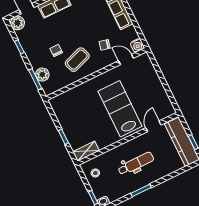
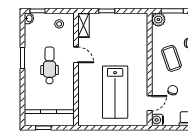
plant: (42, 75) -> (158, 20), moved
lab bench: (120, 109) -> (115, 92), moved, turned 90
door: (153, 126) -> (76, 55), moved
dental chair: (136, 164) -> (50, 65), turned 180

